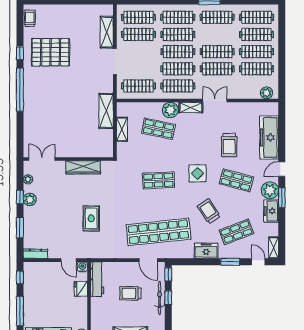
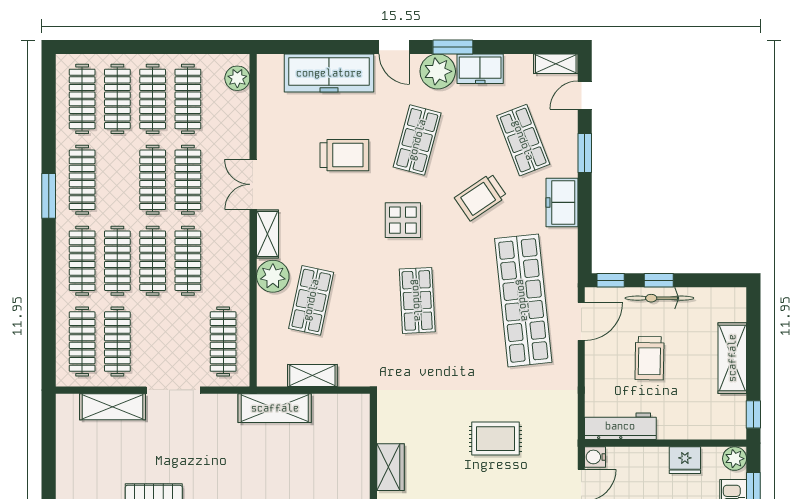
clothes rail: (178, 86) -> (223, 261), removed
wardrobe: (83, 167) -> (390, 467), width x0.67
fridge: (81, 289) -> (685, 460), moved

